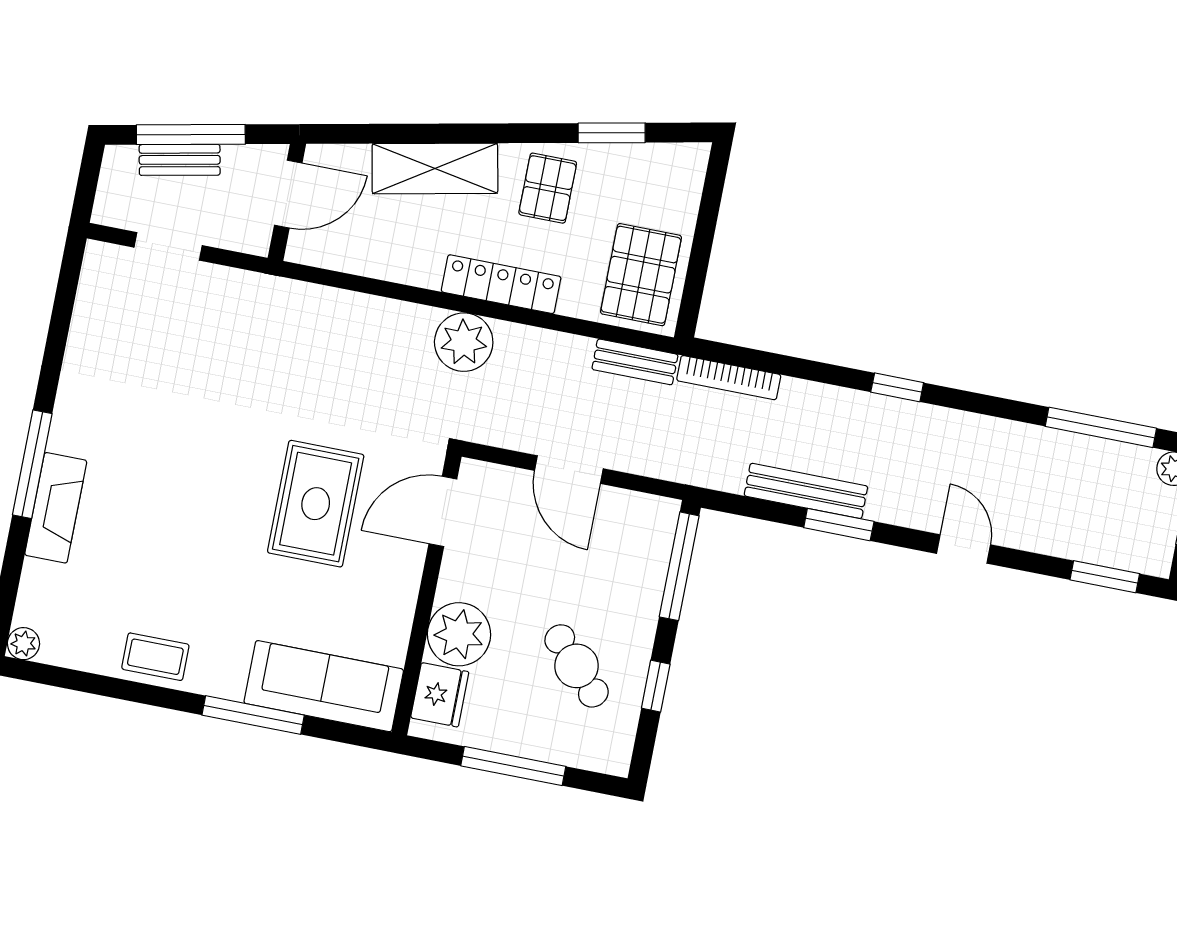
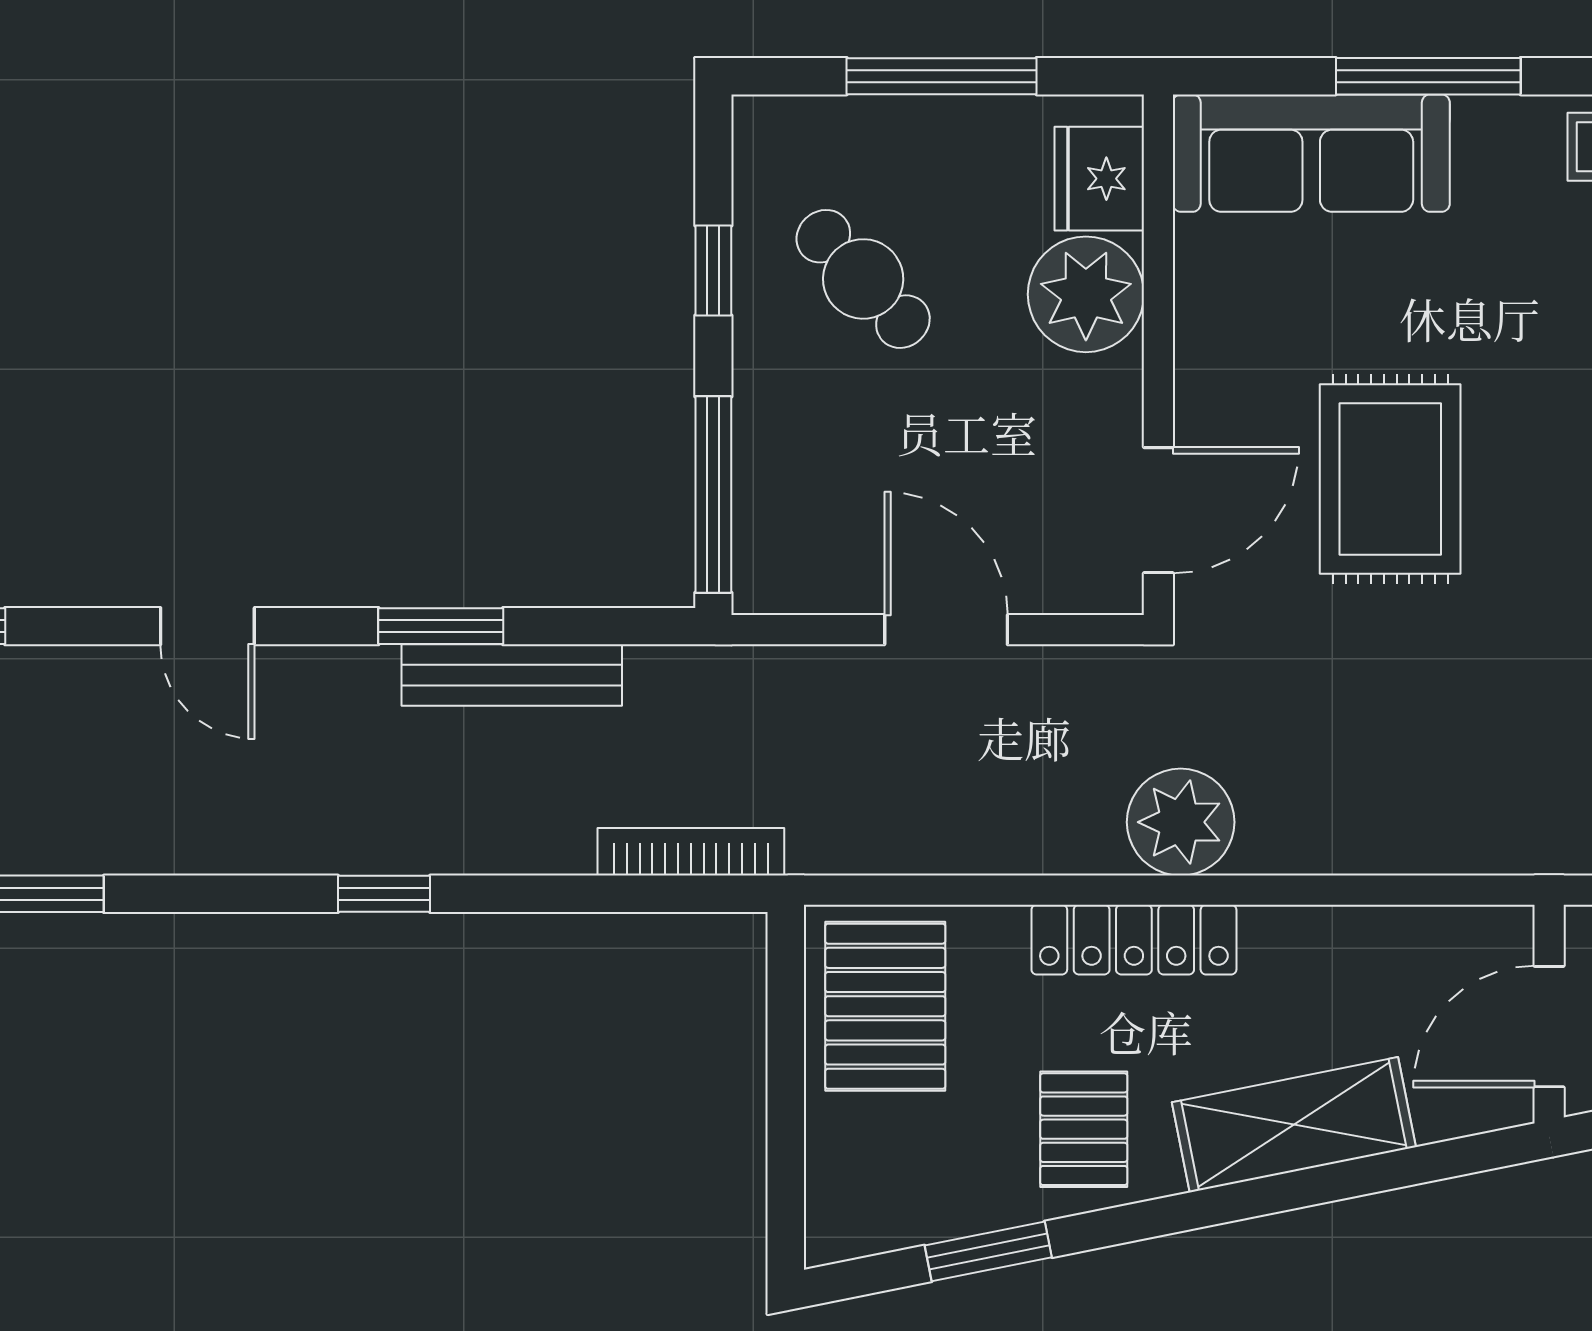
bench: (635, 362) -> (865, 847), removed

